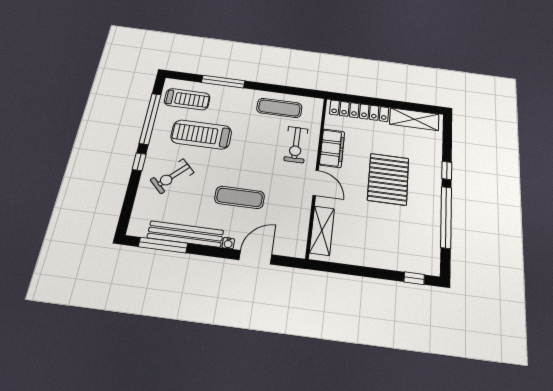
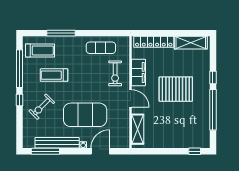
treadmill: (201, 134) -> (54, 75), width x0.73, depth x0.73
pallet: (388, 179) -> (176, 89), turned 90
exercise mat: (240, 197) -> (85, 115), width x2.00, depth x1.45

